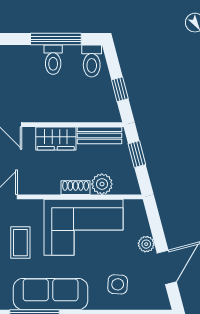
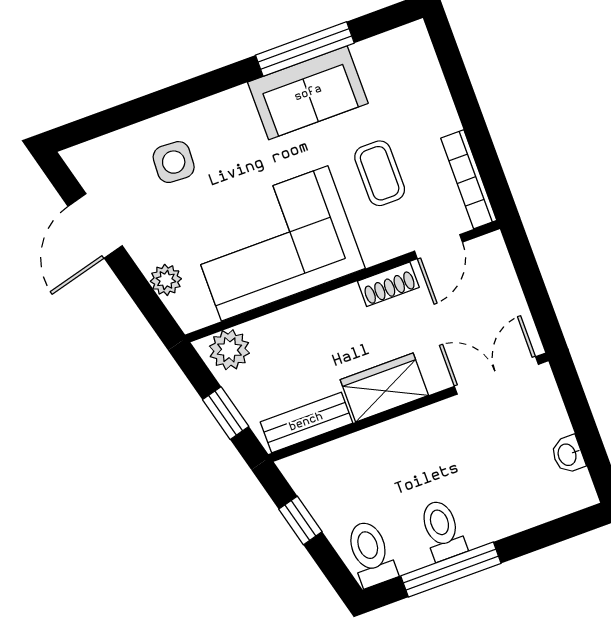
plant: (102, 184) -> (229, 350), moved
shoe rack: (76, 188) -> (388, 284), moved
plant: (146, 244) -> (166, 280), moved
sofa: (51, 294) -> (308, 93), width x0.73

